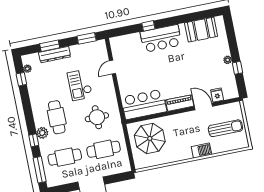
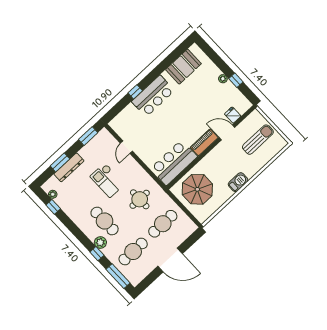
barbecue: (201, 151) -> (238, 182), moved

